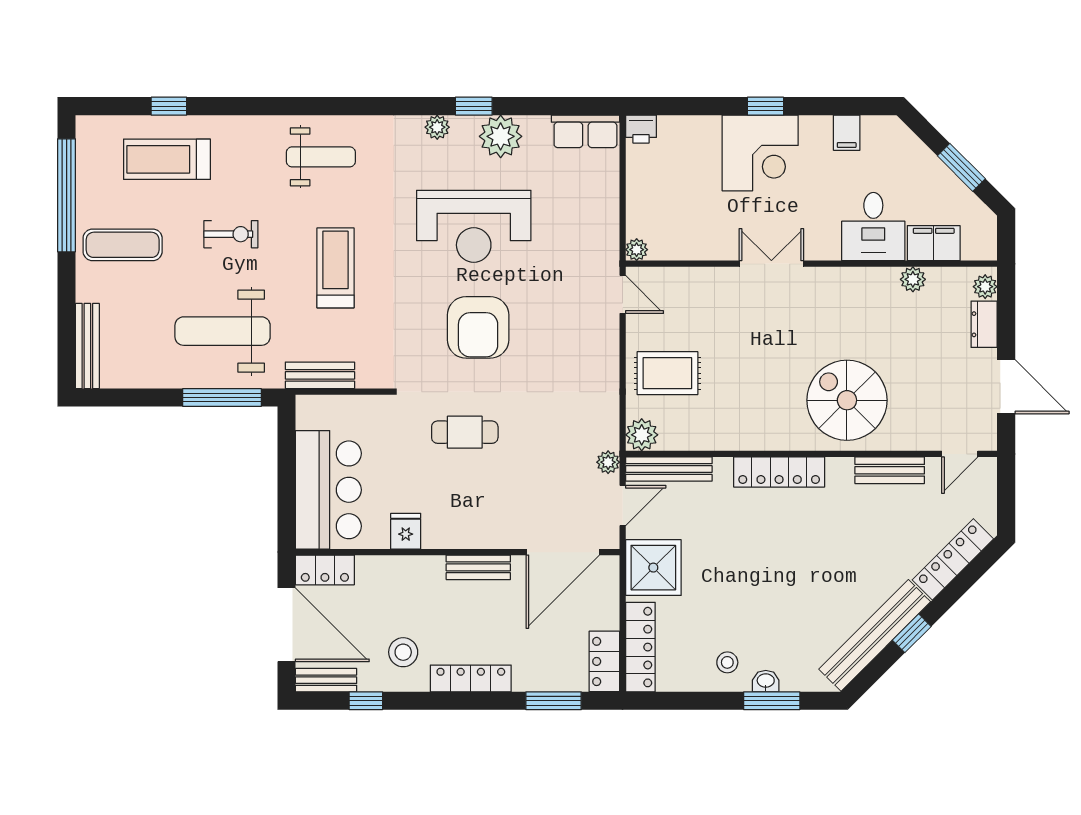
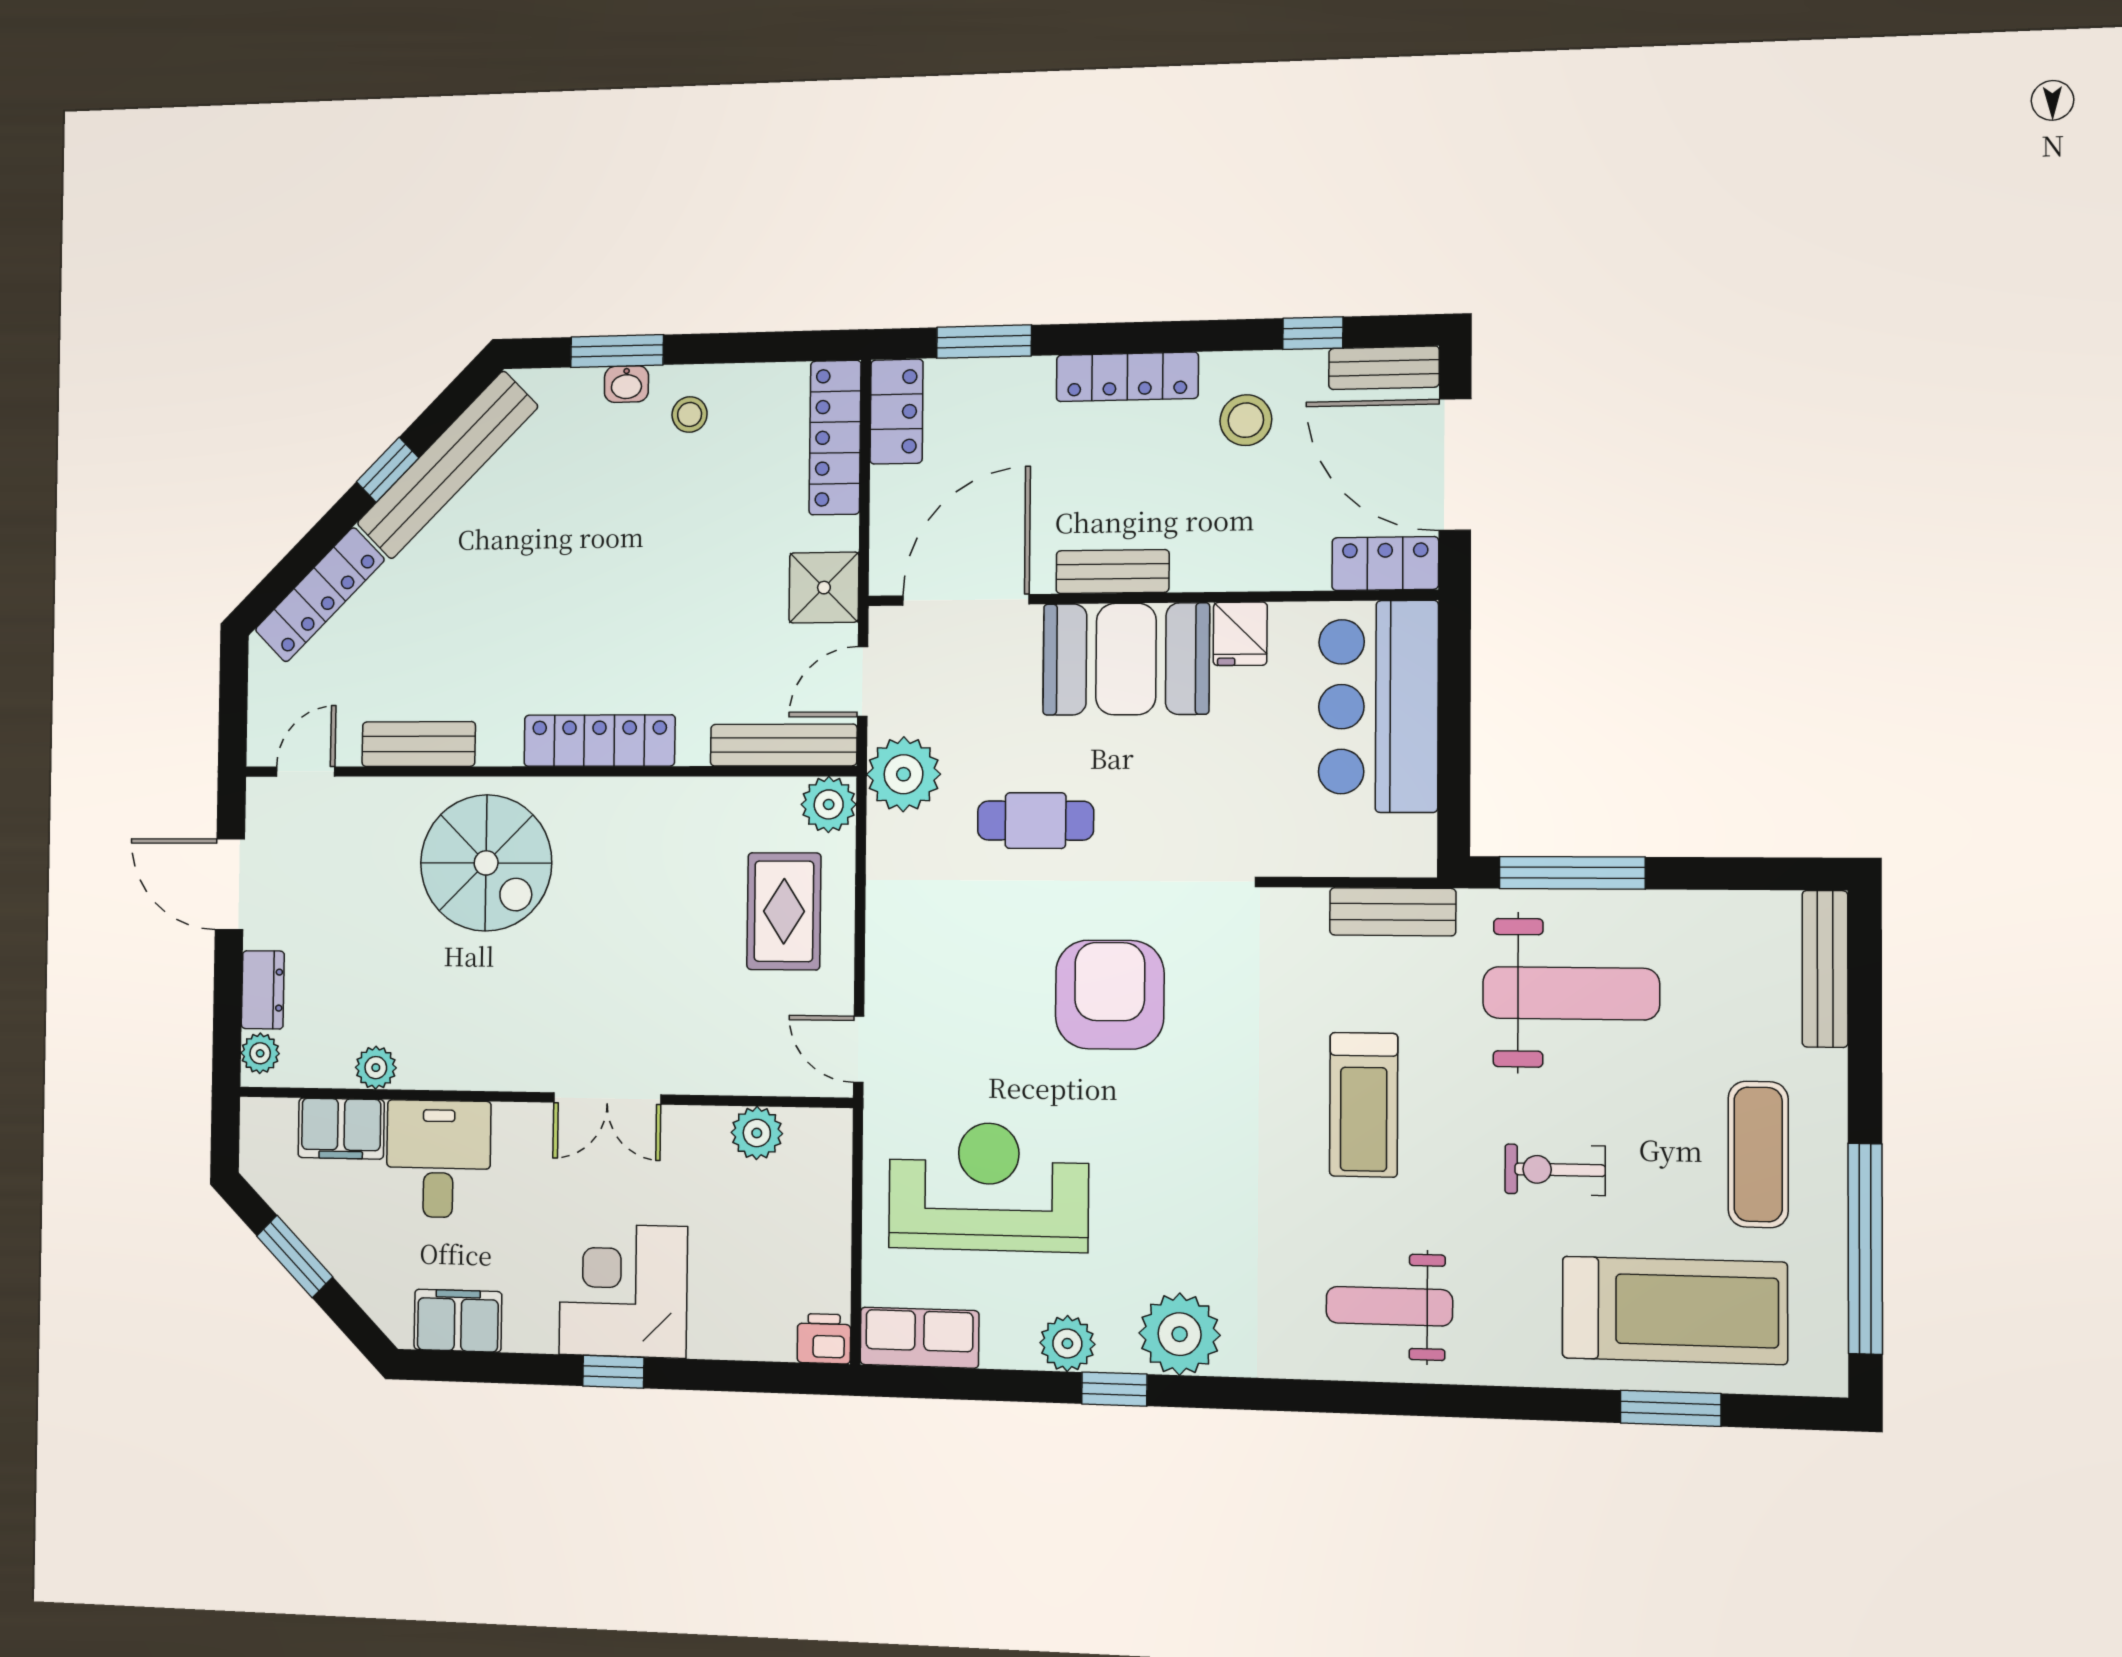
window: (169, 106) -> (1671, 1408), width x1.50
plant: (437, 127) -> (1180, 1334), width x1.88, depth x1.88
filing cabinet: (847, 133) -> (458, 1321), width x2.00
plant: (501, 136) -> (1067, 1343), width x0.73, depth x0.73
treadmill: (167, 159) -> (1674, 1310), width x1.37, depth x1.38
reception desk: (474, 226) -> (988, 1187), moved
exercise mat: (123, 245) -> (1758, 1154), turned 90
plant: (637, 250) -> (757, 1133), moved, width x1.38, depth x1.38
rug: (667, 373) -> (784, 911), turned 90
cafe table: (465, 432) -> (1036, 821), moved
plant: (608, 462) -> (904, 774), width x1.88, depth x1.88
booth: (470, 517) -> (1126, 659), added
shower: (653, 568) -> (824, 588), width x0.73, depth x0.73

